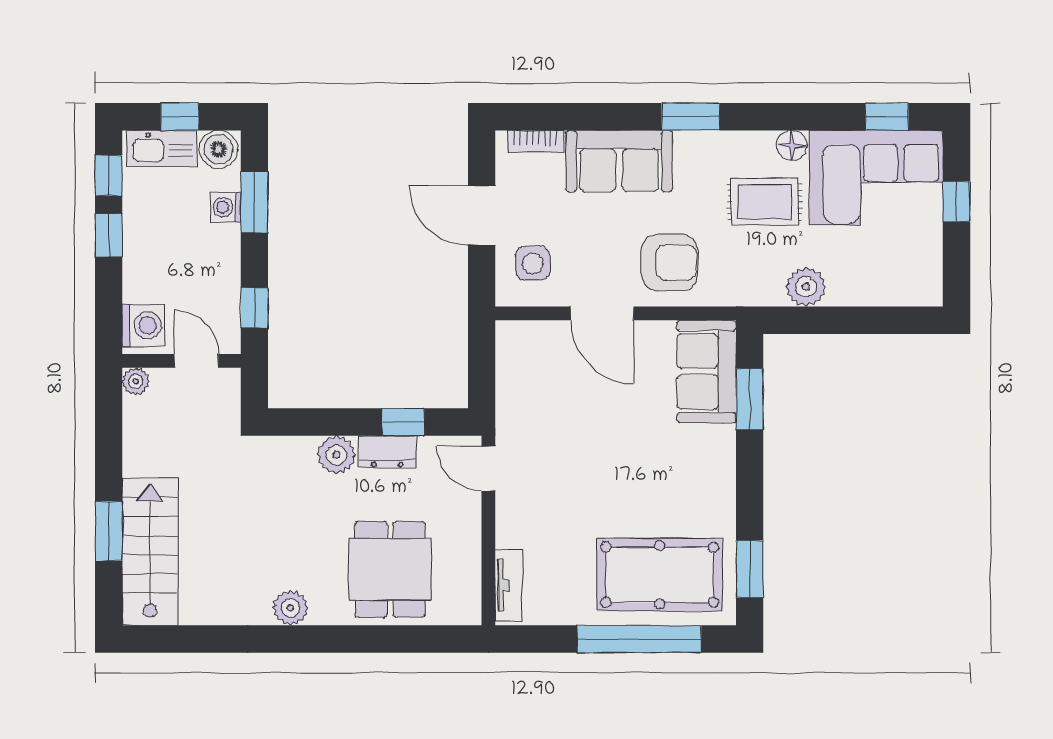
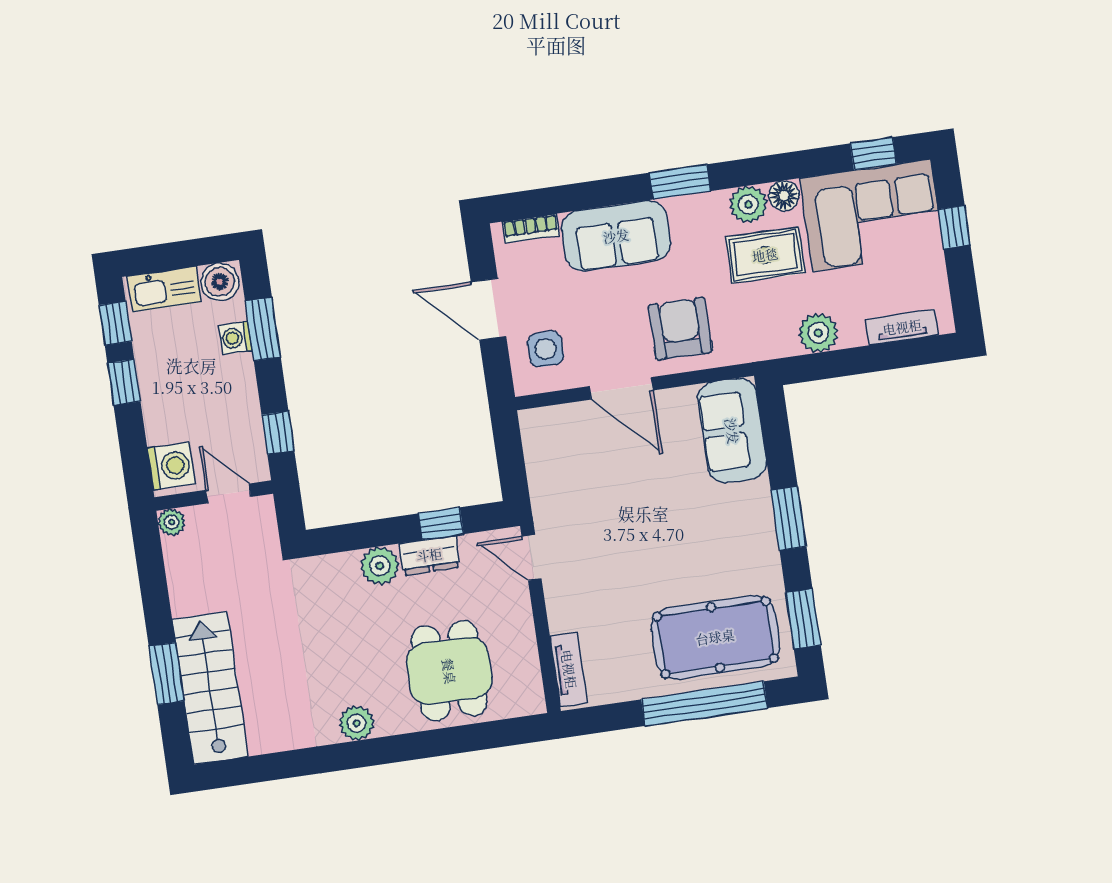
window: (180, 117) -> (177, 255), removed
plant: (755, 149) -> (748, 204), added
armchair: (669, 263) -> (680, 329), turned -90
tv unit: (890, 293) -> (902, 327), added
window: (750, 399) -> (789, 518), moved

